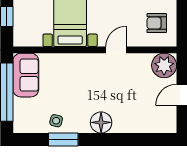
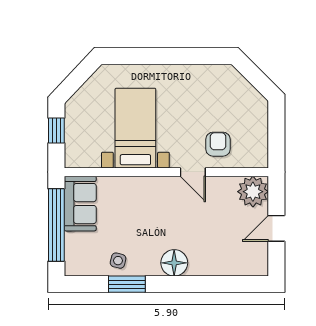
armchair: (157, 23) -> (218, 144), moved, turned 90
door: (116, 50) -> (193, 172), swing flipped

